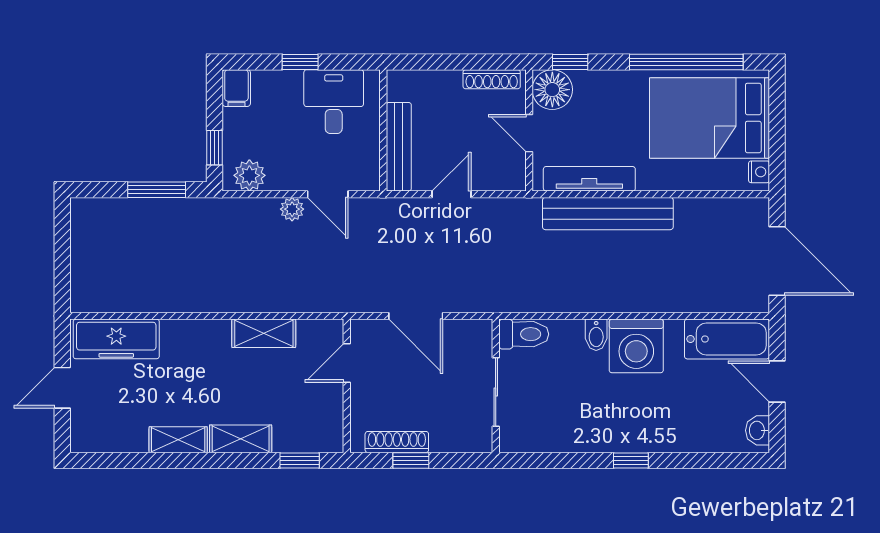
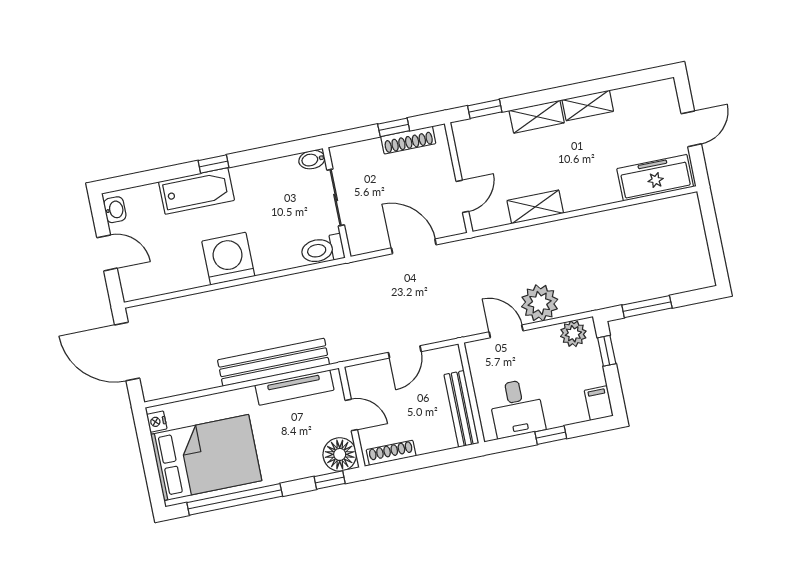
bench: (399, 147) -> (461, 409), moved
plant: (292, 209) -> (540, 303), width x1.88, depth x1.88
bidet: (596, 335) -> (312, 160), moved, turned -90
bathtub: (727, 339) -> (196, 191), moved, turned 180

